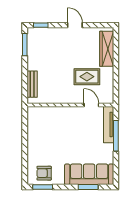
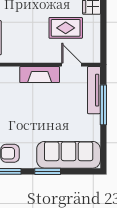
fireplace: (67, 113) -> (40, 75), added
window: (88, 187) -> (48, 171), moved

